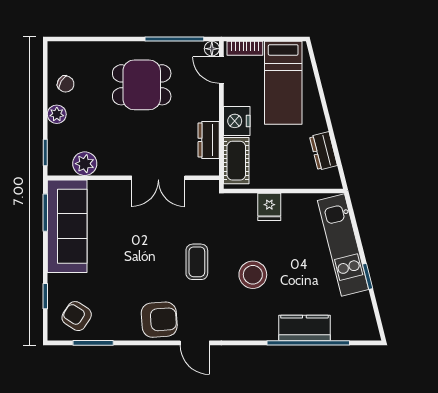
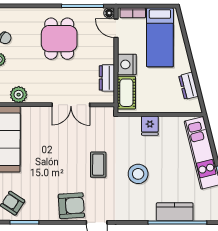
dining table: (142, 85) -> (59, 39), turned 90

